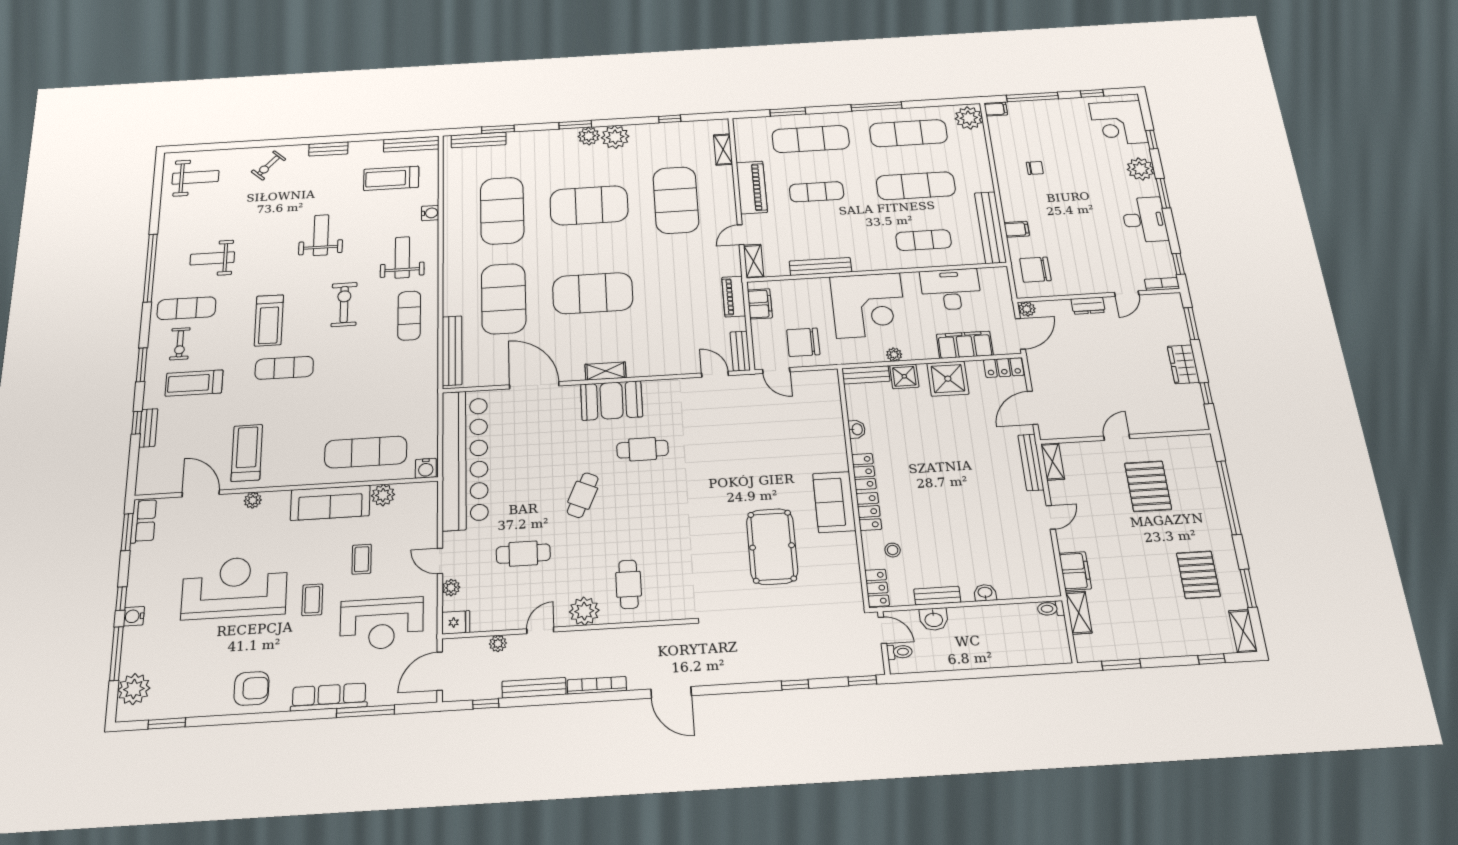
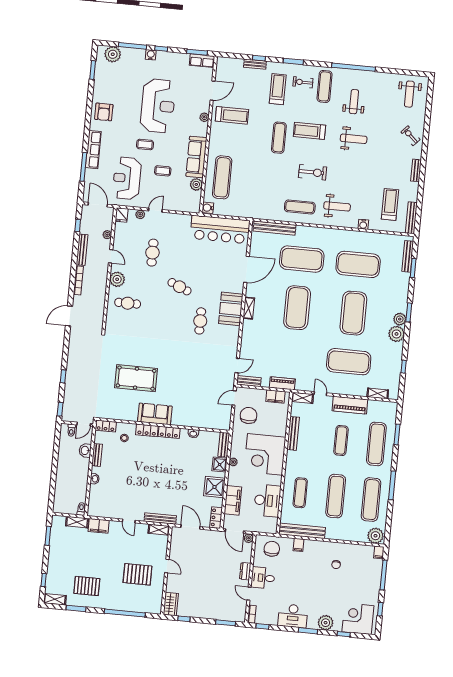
weight bench: (321, 235) -> (354, 139), moved
desk: (1091, 276) -> (263, 578), added
wardrobe: (1183, 364) -> (171, 604), moved, turned 90
bar counter: (465, 459) -> (220, 229), width x0.73

